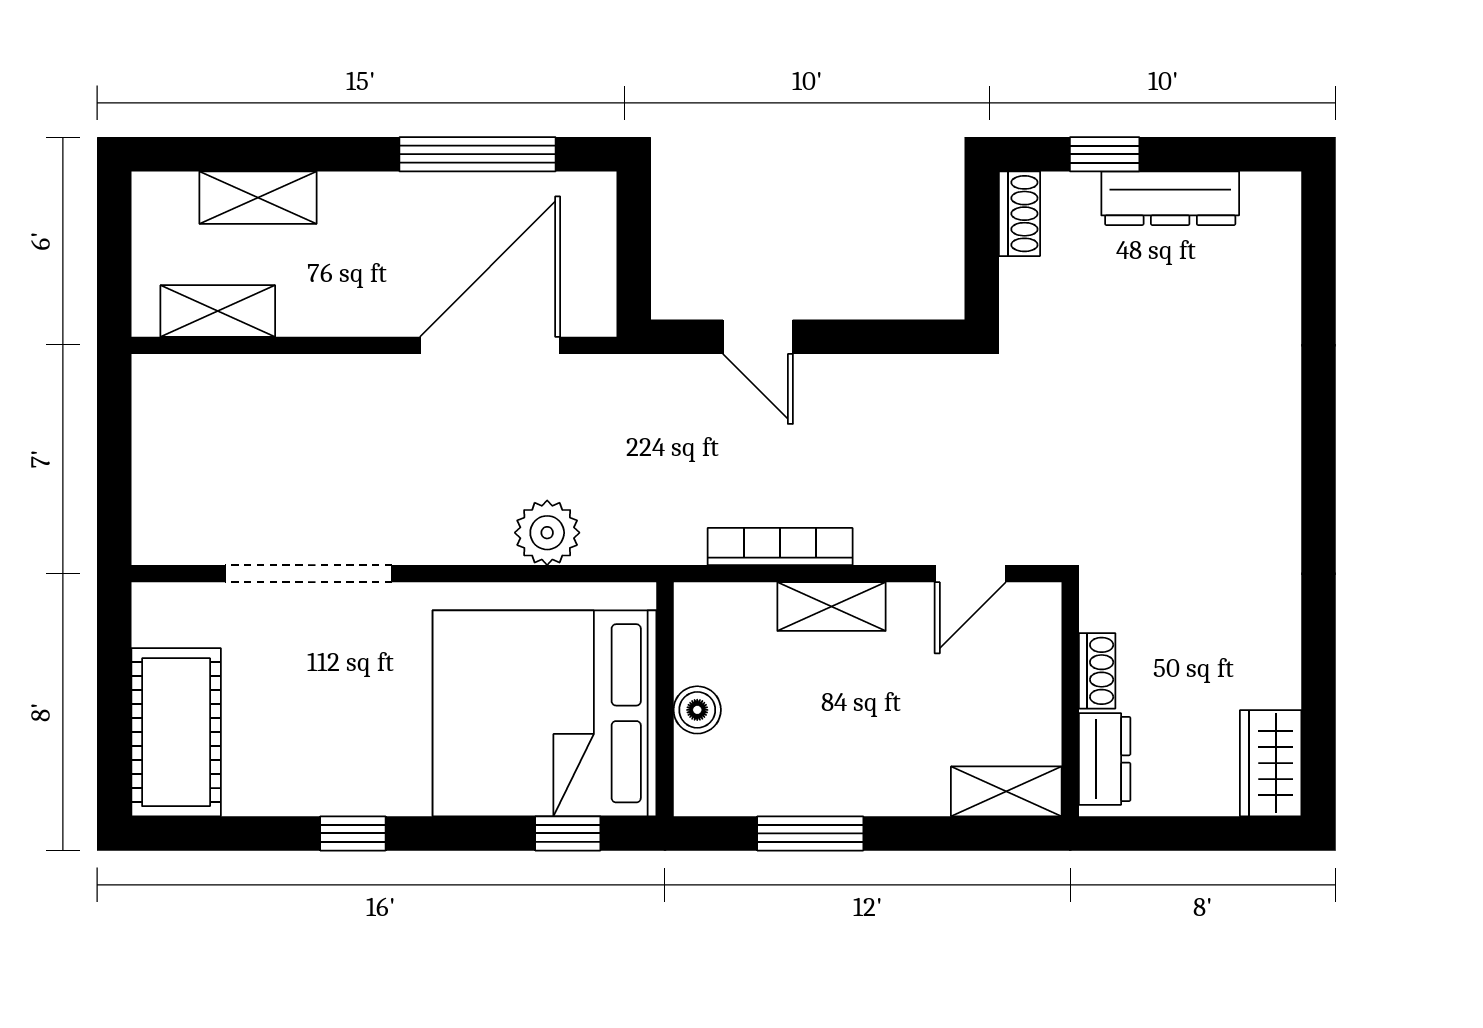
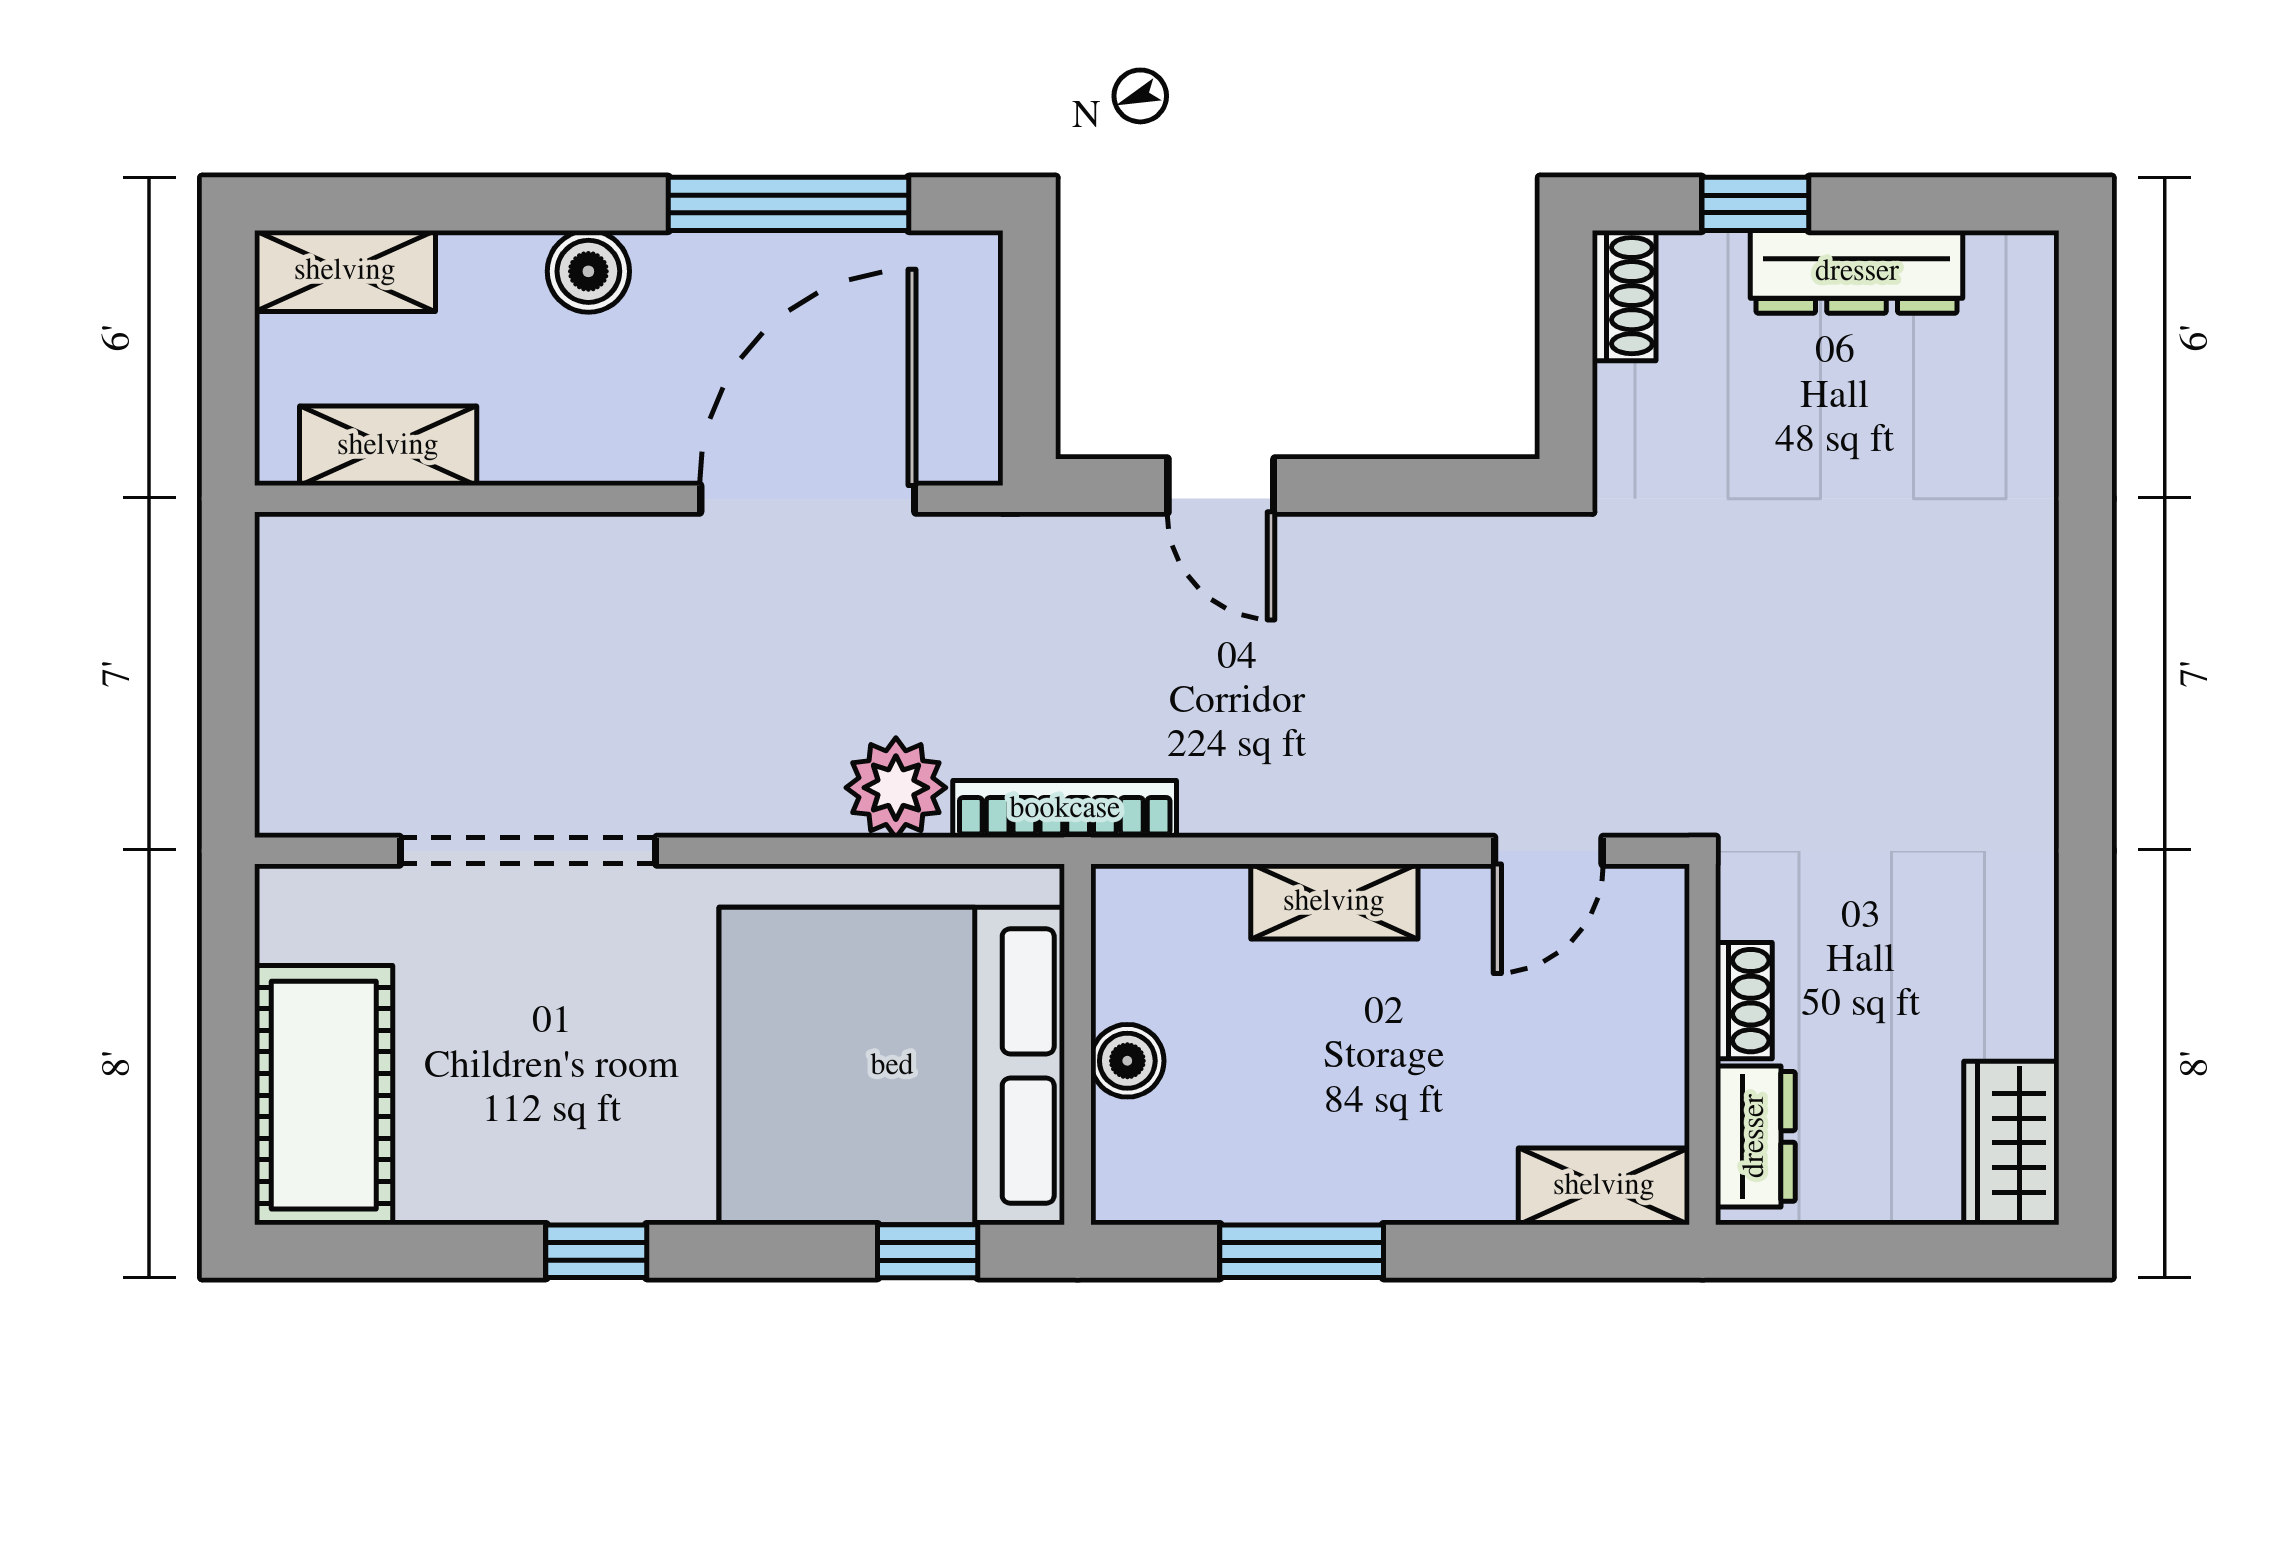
shelving: (258, 198) -> (345, 271), moved
boiler: (348, 198) -> (588, 271), added
bookcase: (780, 547) -> (1065, 809), moved

